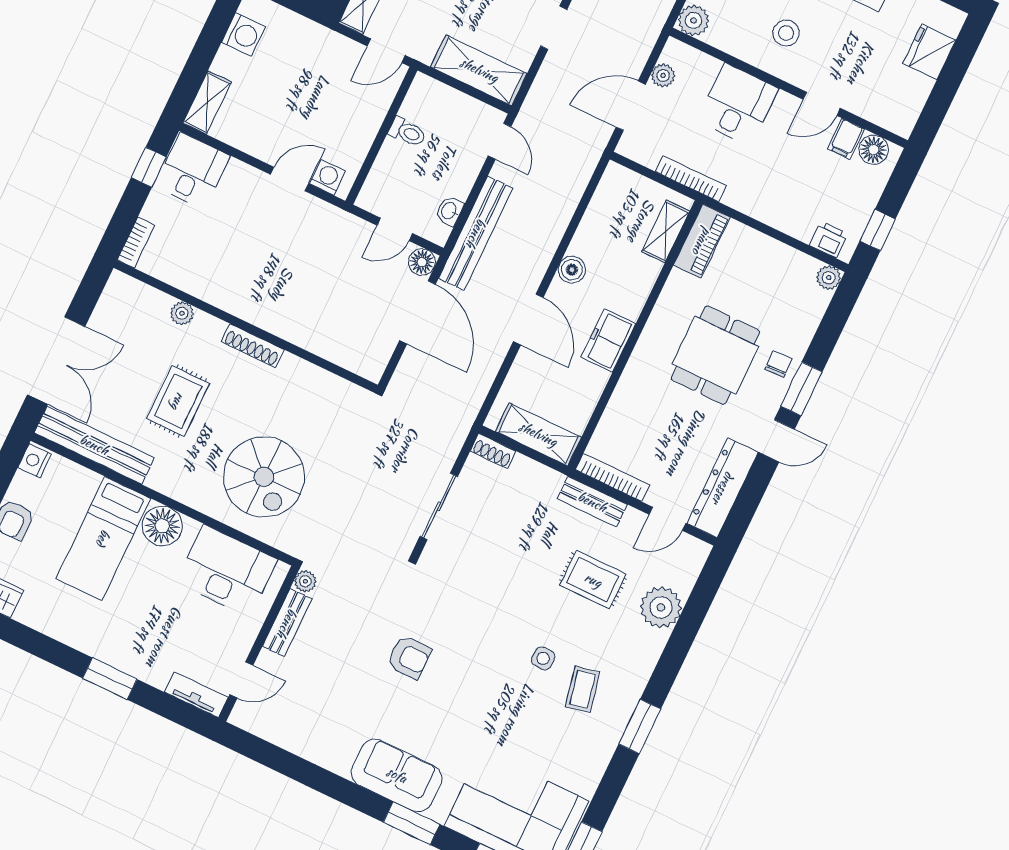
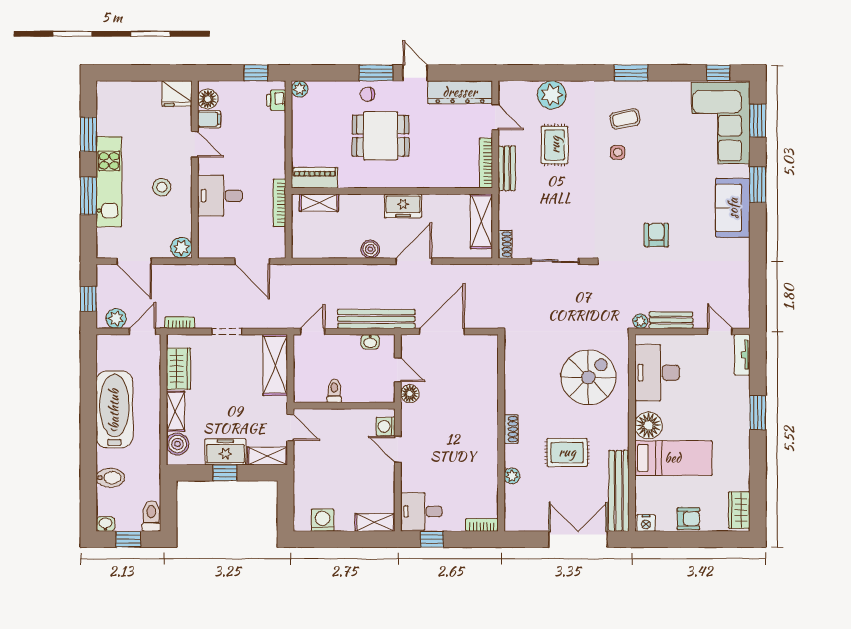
fridge: (929, 52) -> (177, 94), moved
plant: (663, 75) -> (224, 250), removed
floor lamp: (422, 262) -> (410, 394), moved
shoe rack: (253, 346) -> (511, 429), width x0.70

